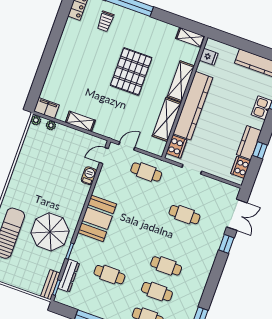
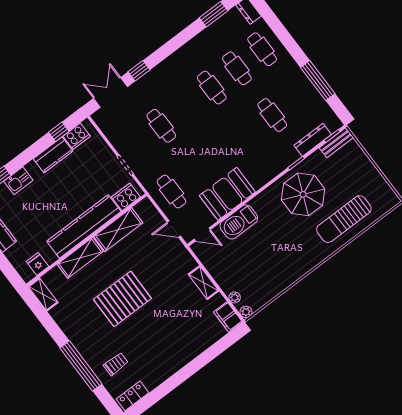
window: (260, 150) -> (59, 132), moved
barbecue: (89, 176) -> (239, 222), width x1.88, depth x1.53
booth: (97, 218) -> (227, 194), moved

